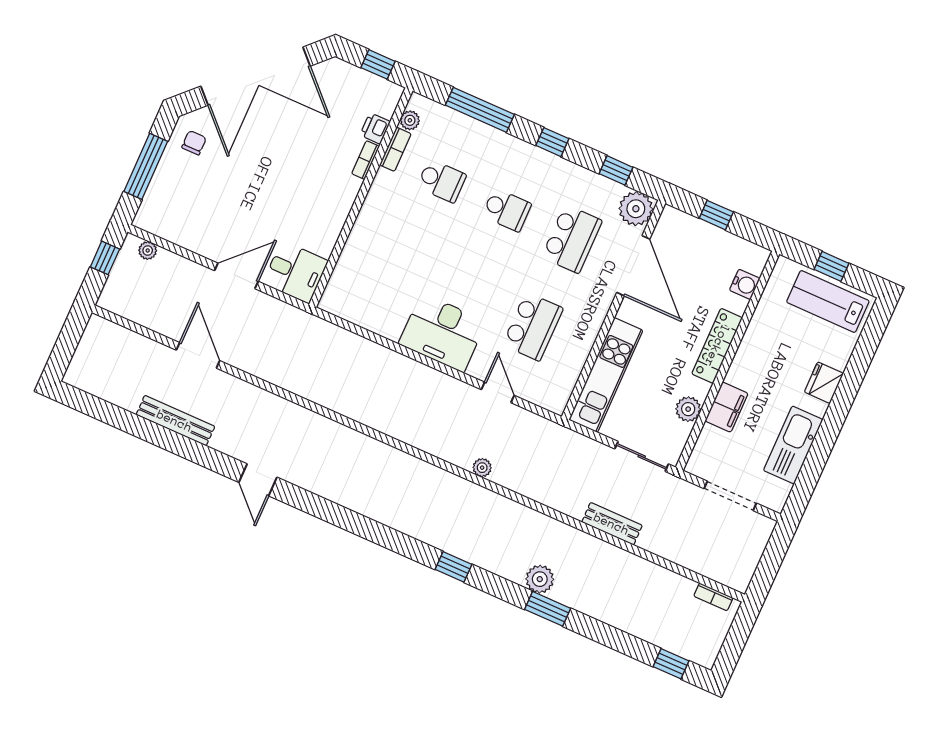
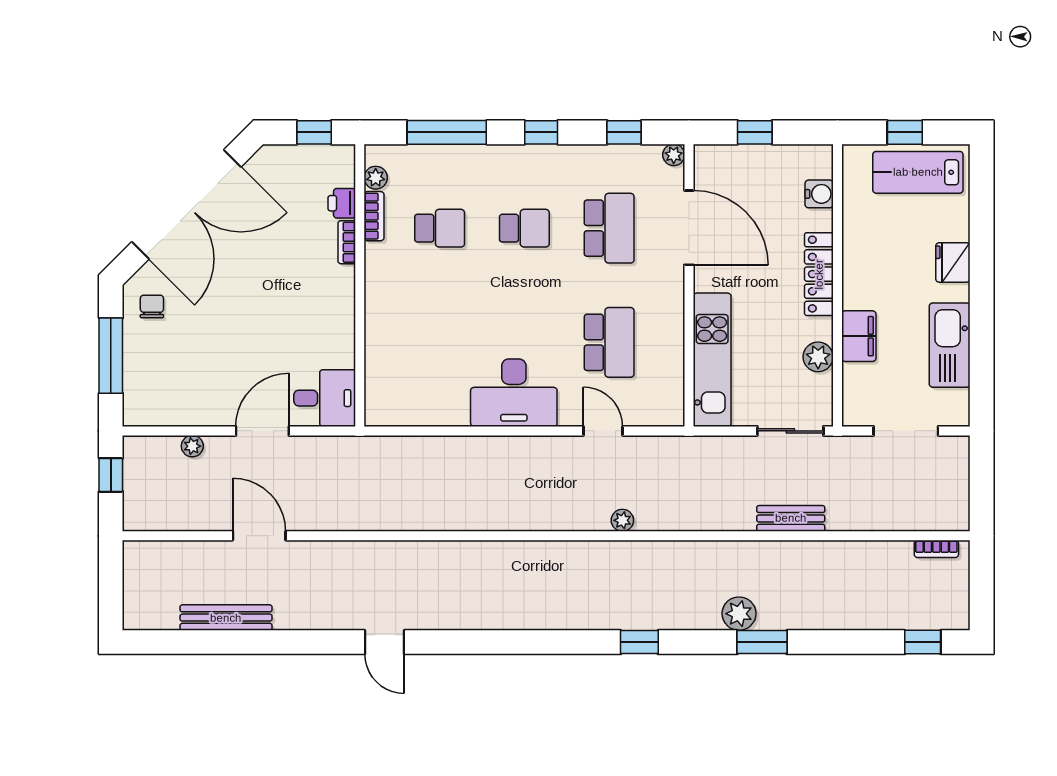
plant: (636, 209) -> (674, 155), width x0.53, depth x0.53
plant: (148, 250) -> (192, 446), moved
bench: (175, 421) -> (226, 618), moved

